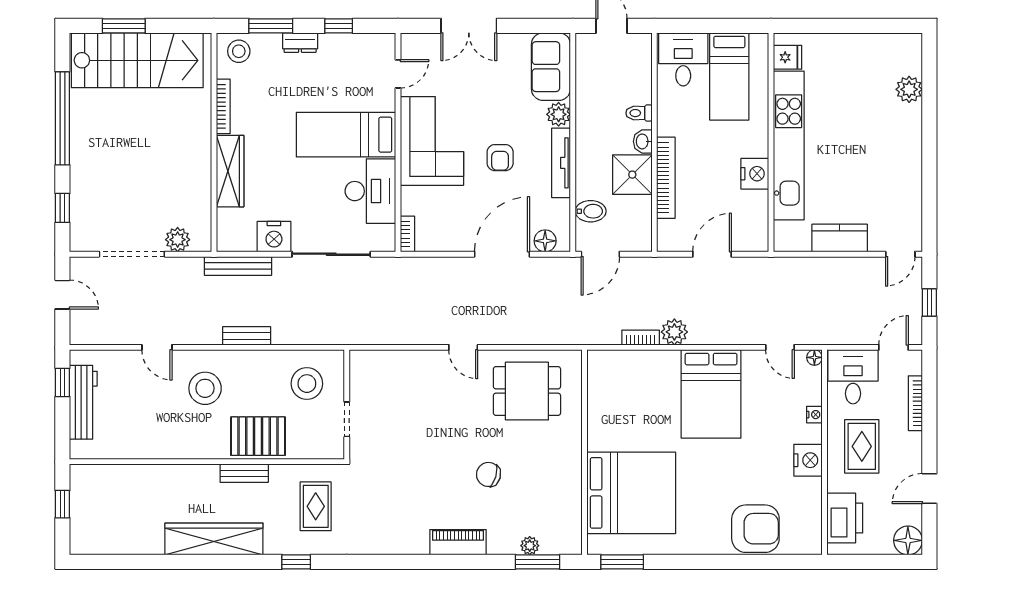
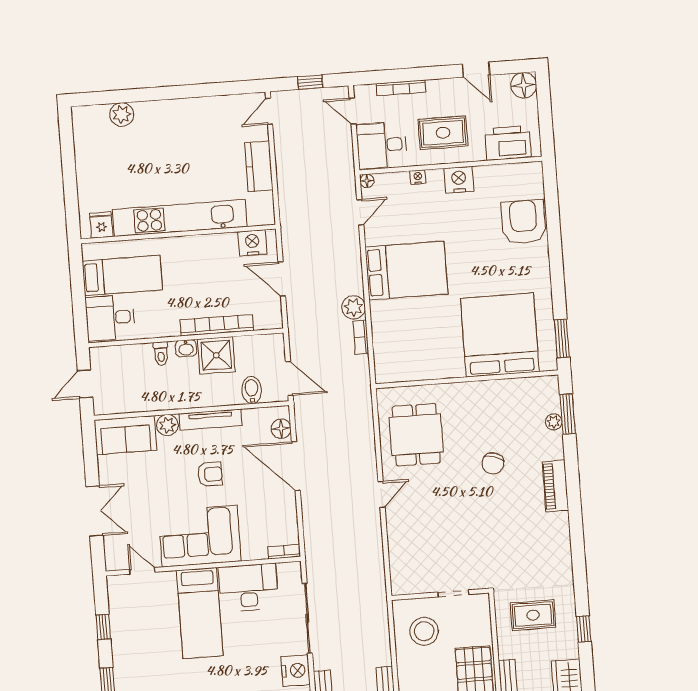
dresser: (300, 43) -> (121, 660), removed
nightstand: (755, 174) -> (252, 243), moved
door: (900, 254) -> (269, 111), swing flipped

